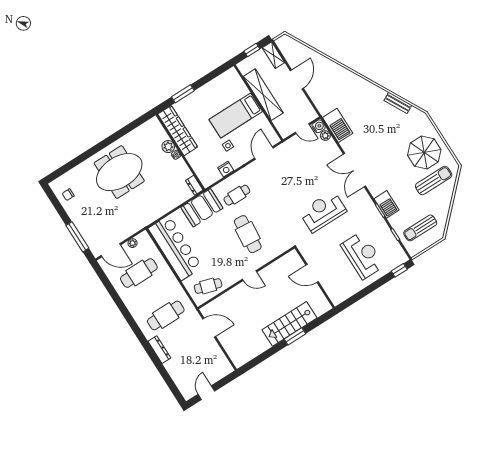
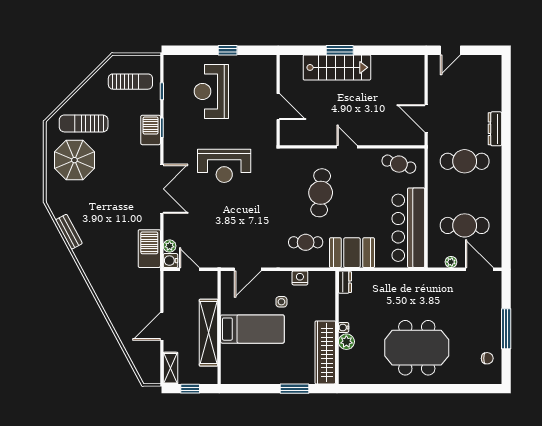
window: (77, 237) -> (506, 329), moved
window: (399, 270) -> (228, 50), moved
door: (206, 393) -> (450, 50), moved

